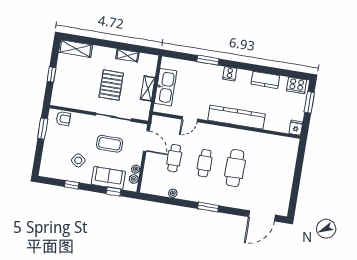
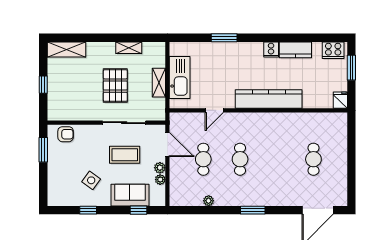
cooker: (230, 74) -> (271, 49), moved
cafe table: (235, 168) -> (313, 159), moved, width x0.73, depth x0.74
plant: (134, 179) -> (160, 168), moved

